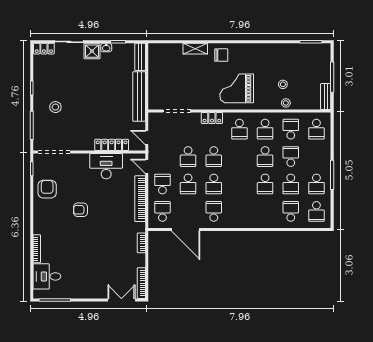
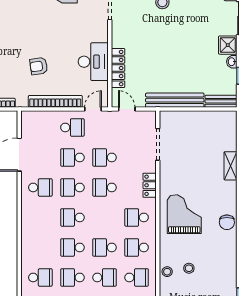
chair: (221, 55) -> (227, 222), moved
door: (147, 138) -> (127, 109), hinge flipped
armchair: (81, 210) -> (39, 66), moved, turned -98
school desk: (162, 211) -> (72, 217), moved, turned 180

